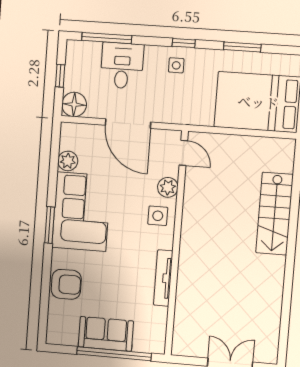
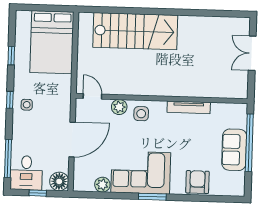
window: (242, 47) -> (11, 56), width x0.67
desk: (122, 66) -> (26, 173), moved, turned -90
door: (183, 153) -> (92, 96), hinge flipped
stairs: (275, 214) -> (135, 31), width x1.36, depth x1.51

